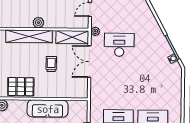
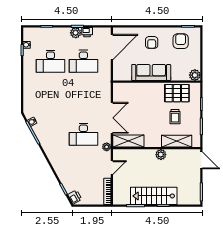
shelving: (29, 36) -> (177, 141), width x0.68
trolley: (51, 64) -> (175, 117), moved

